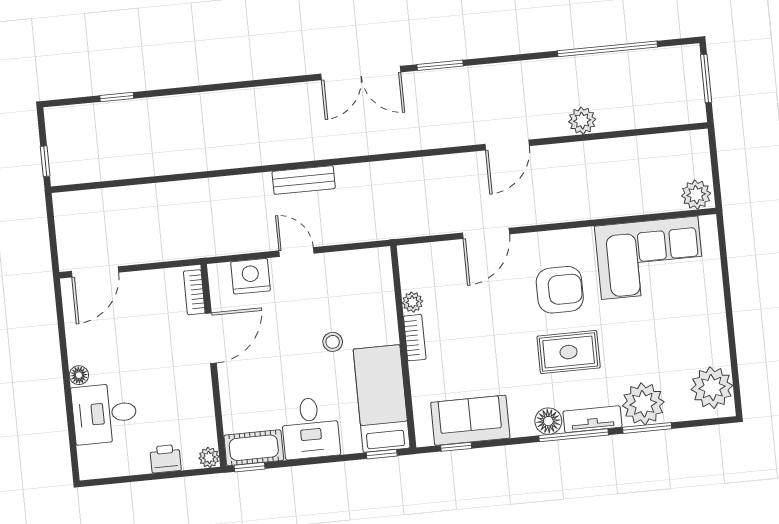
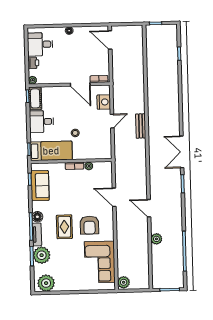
desk: (105, 414) -> (40, 44), moved, turned -90

